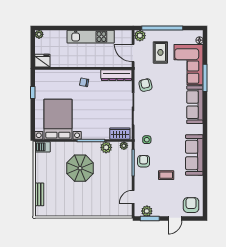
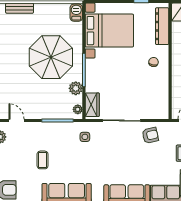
dresser: (116, 75) -> (162, 26), moved
armchair: (144, 161) -> (59, 133), removed
parasol: (80, 168) -> (51, 57), width x1.36, depth x1.36

